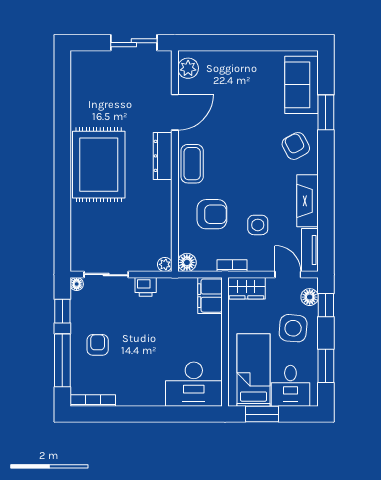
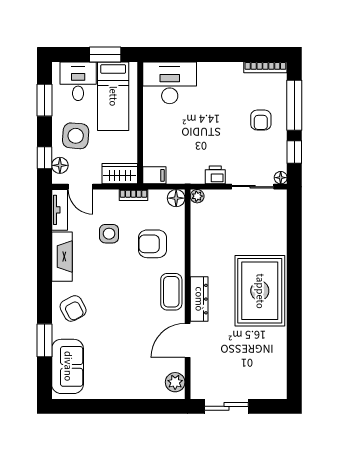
filing cabinet: (210, 296) -> (154, 175), width x0.50

